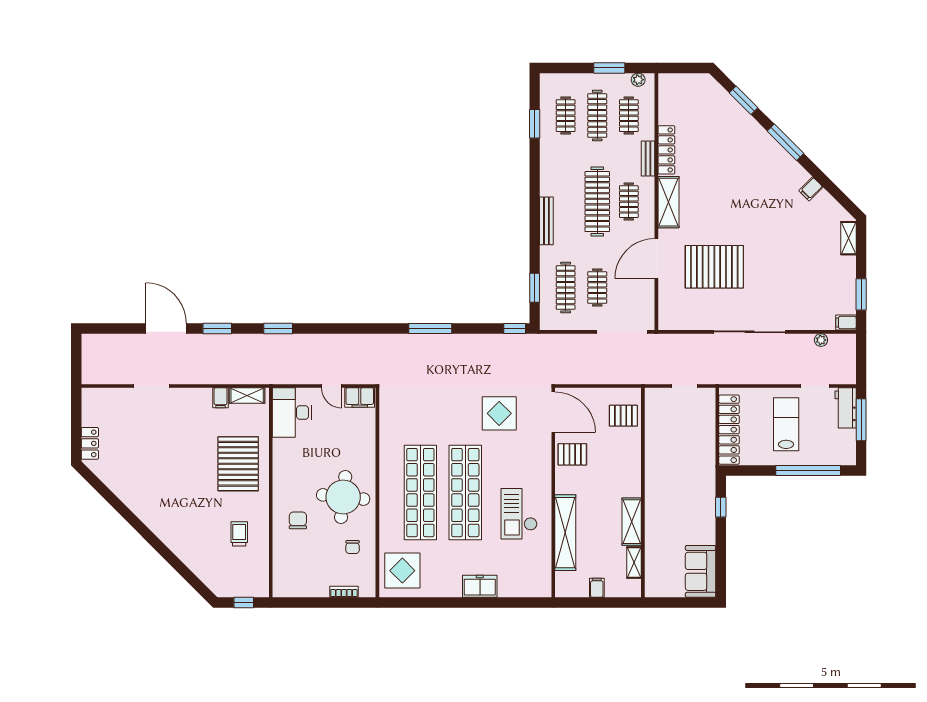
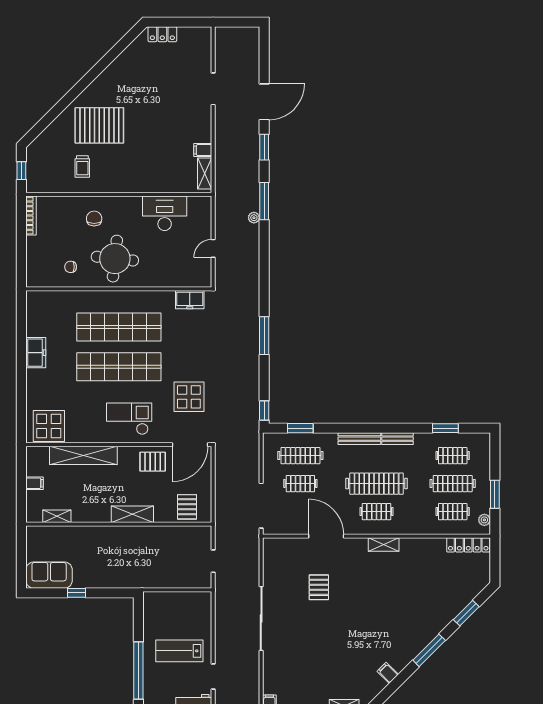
locker: (666, 150) -> (468, 545), moved
bench: (648, 158) -> (397, 439), moved
shelving: (668, 202) -> (384, 544), width x0.67, depth x0.75
pallet: (714, 267) -> (319, 587), width x0.49, depth x0.50
window: (278, 328) -> (264, 201), width x1.44
plant: (821, 340) -> (254, 218), moved
filing cabinet: (360, 397) -> (203, 273), removed
freezer: (389, 412) -> (190, 300), added
desk: (292, 413) -> (165, 213), moved
lab bench: (786, 424) -> (179, 651), turned 180
locker: (729, 430) -> (175, 600), removed
pallet: (572, 454) -> (153, 462), turned 90
pallet: (238, 464) -> (99, 125), moved
window: (721, 507) -> (76, 593), moved
checkout: (519, 514) -> (129, 419), moved
chair: (298, 520) -> (94, 218), turned -90
shelving: (632, 522) -> (132, 514), moved
trolley: (239, 534) -> (82, 167), turned 90
display table: (402, 571) -> (49, 426), moved
freezer: (480, 586) -> (36, 353), moved
bookcase: (344, 592) -> (31, 216), moved, width x1.56

